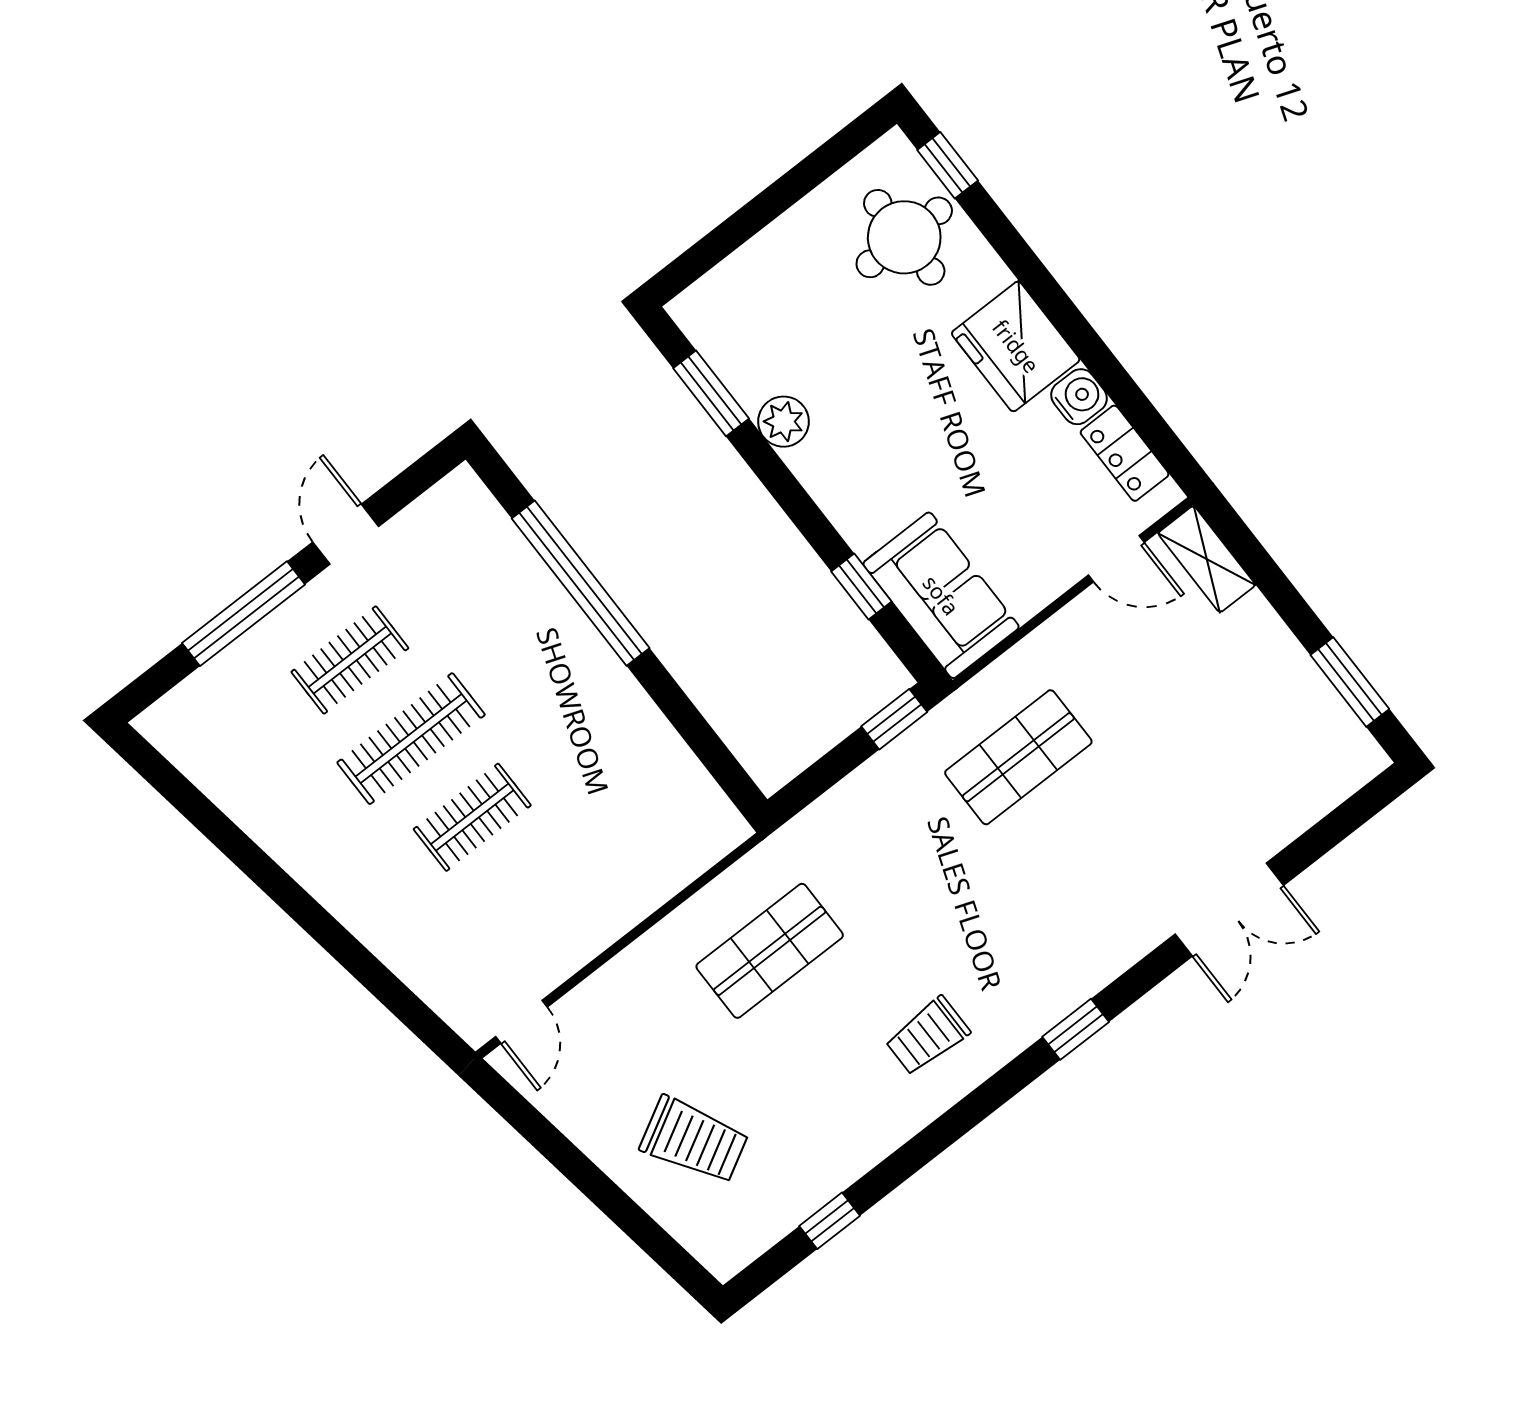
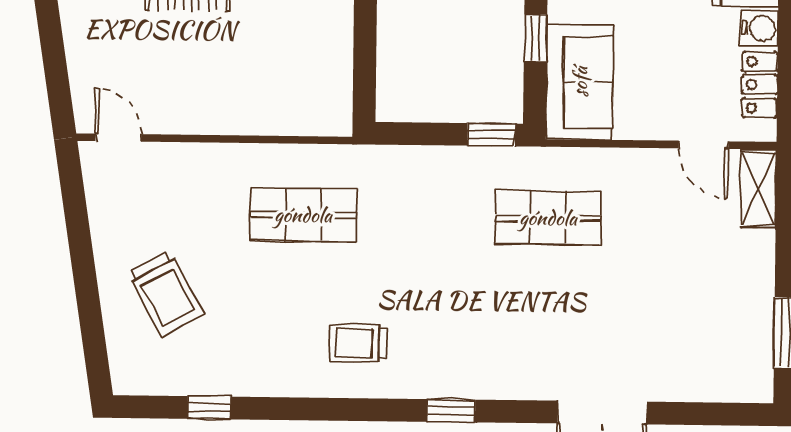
door: (521, 1022) -> (118, 138), swing flipped

